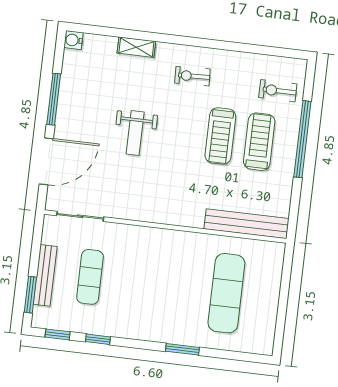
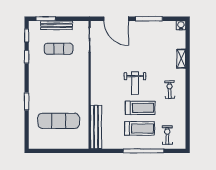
weight bench: (135, 133) -> (135, 83), moved, turned -90
treadmill: (220, 136) -> (140, 108), turned 180

